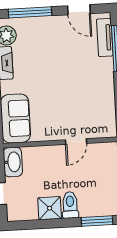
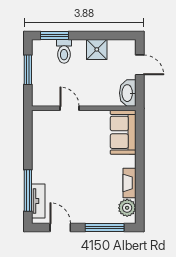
door: (76, 142) -> (70, 108), hinge flipped
toilet: (70, 205) -> (64, 51), moved

